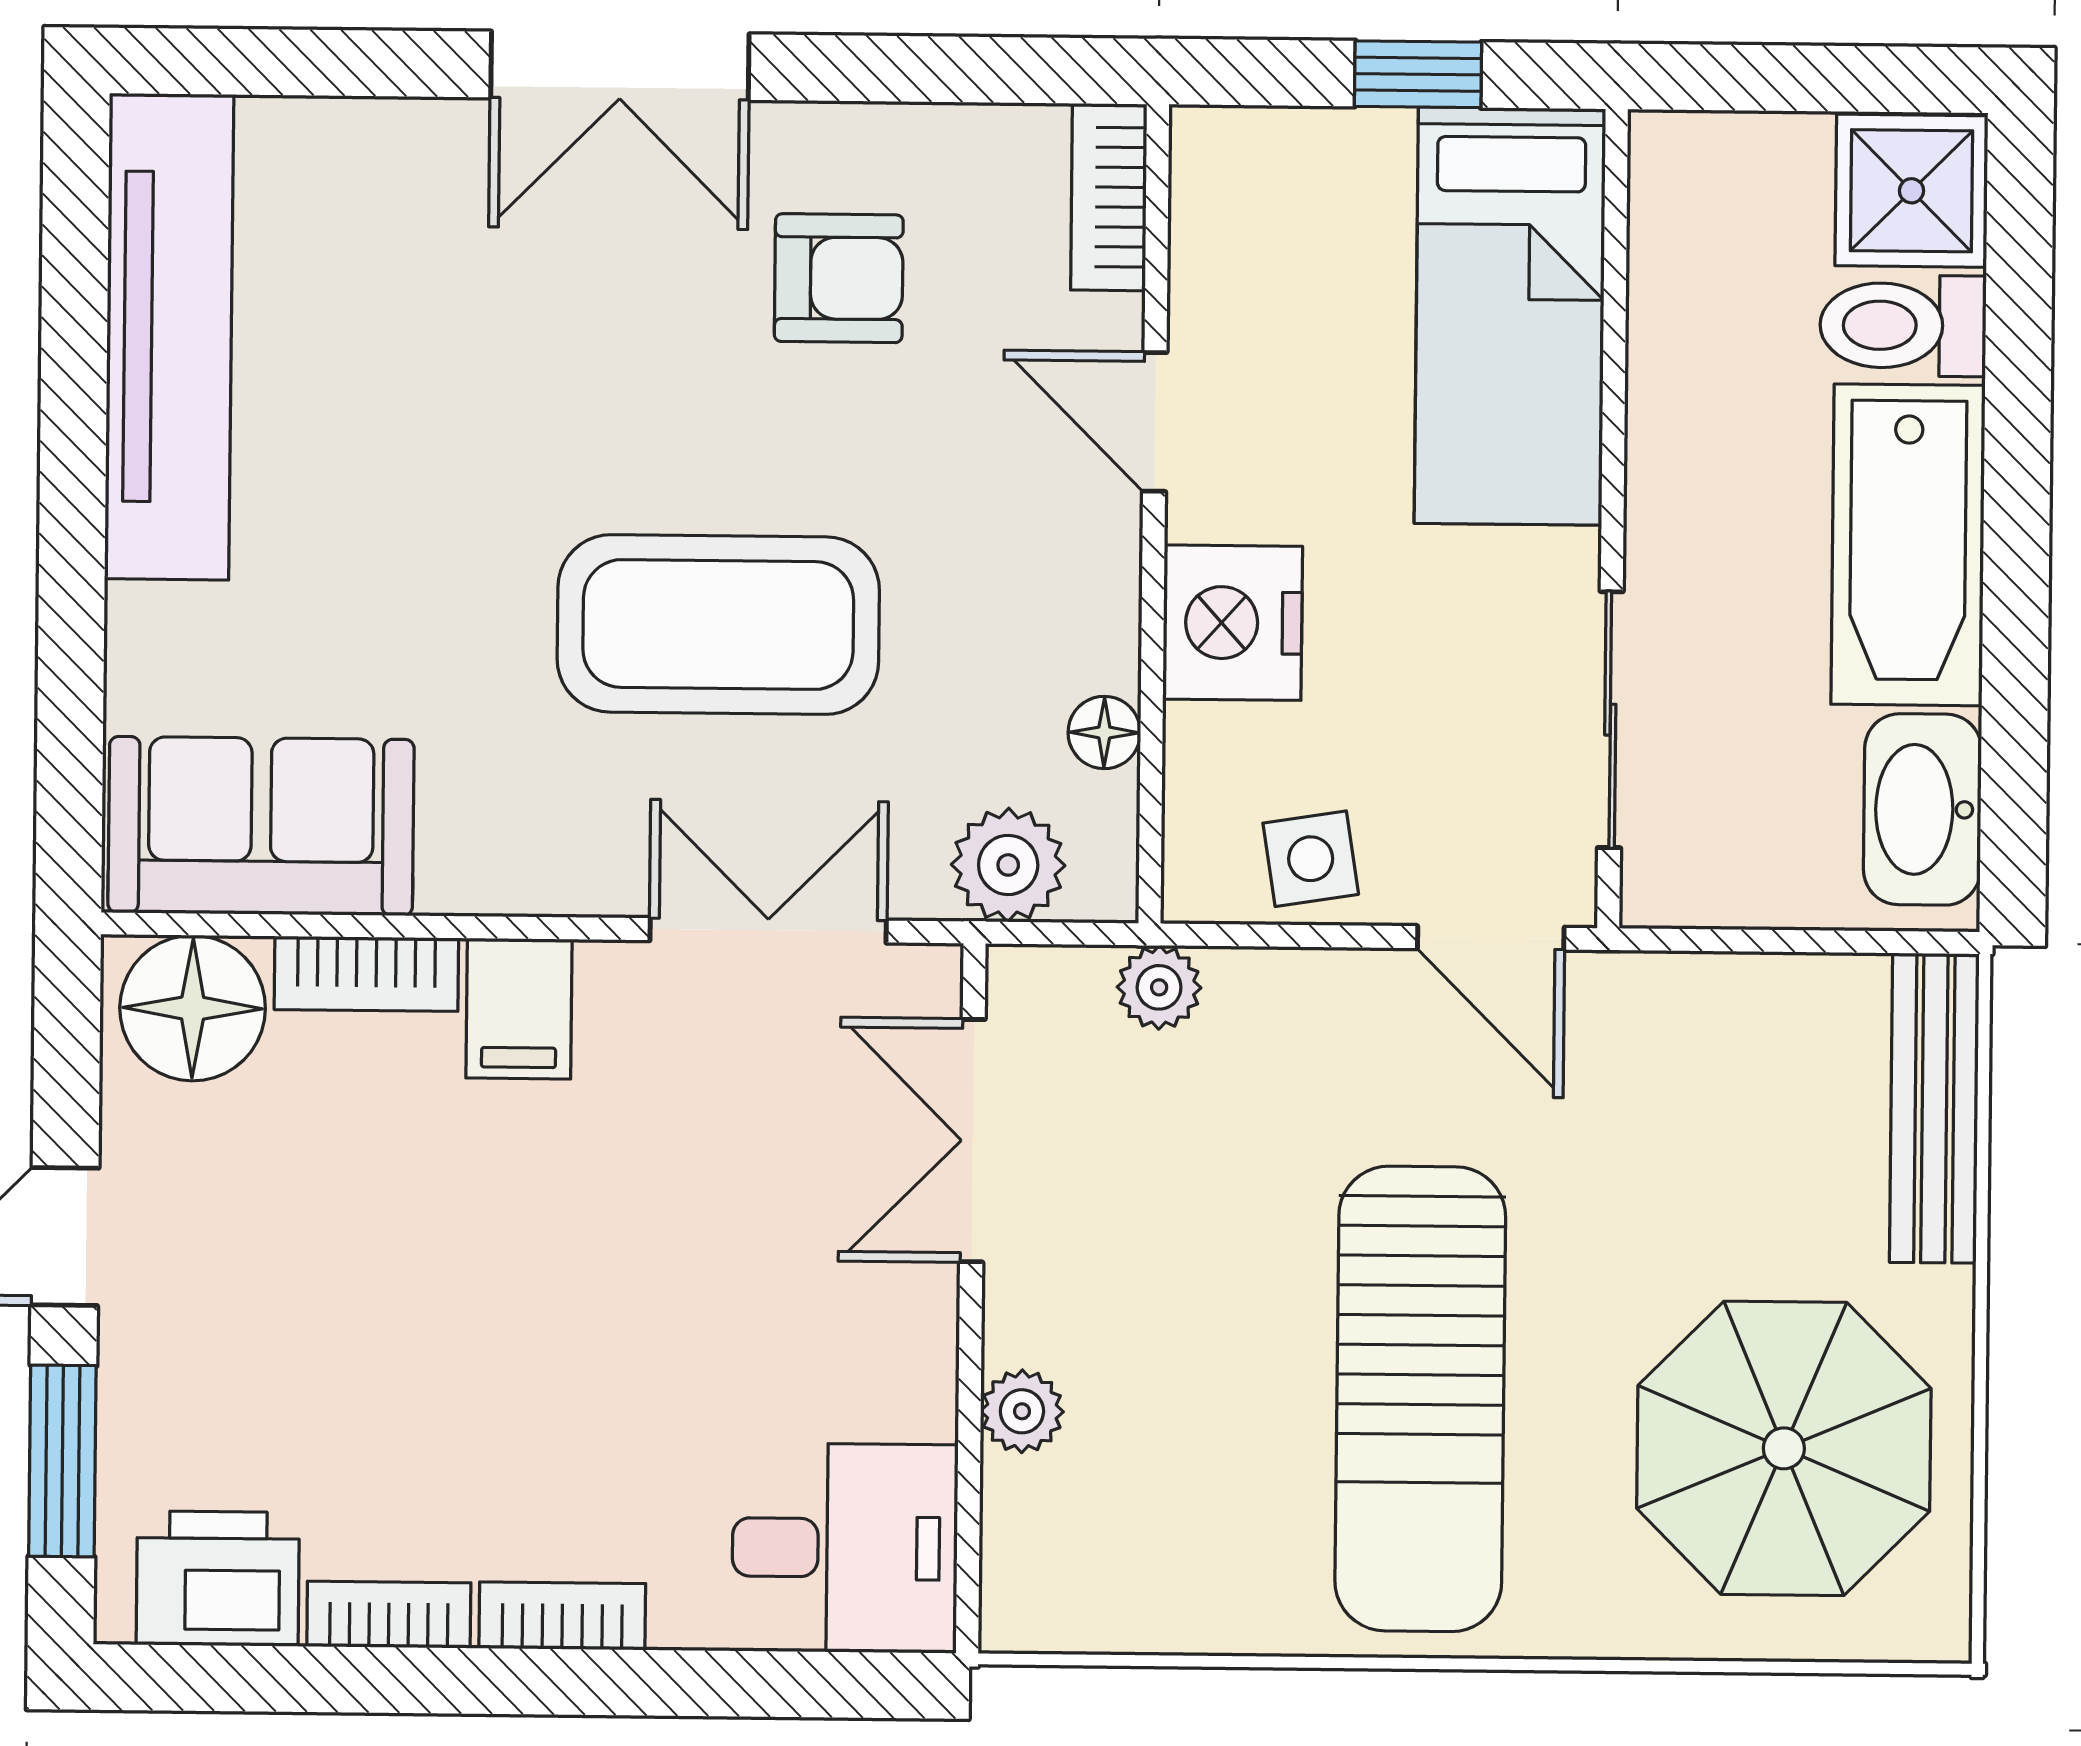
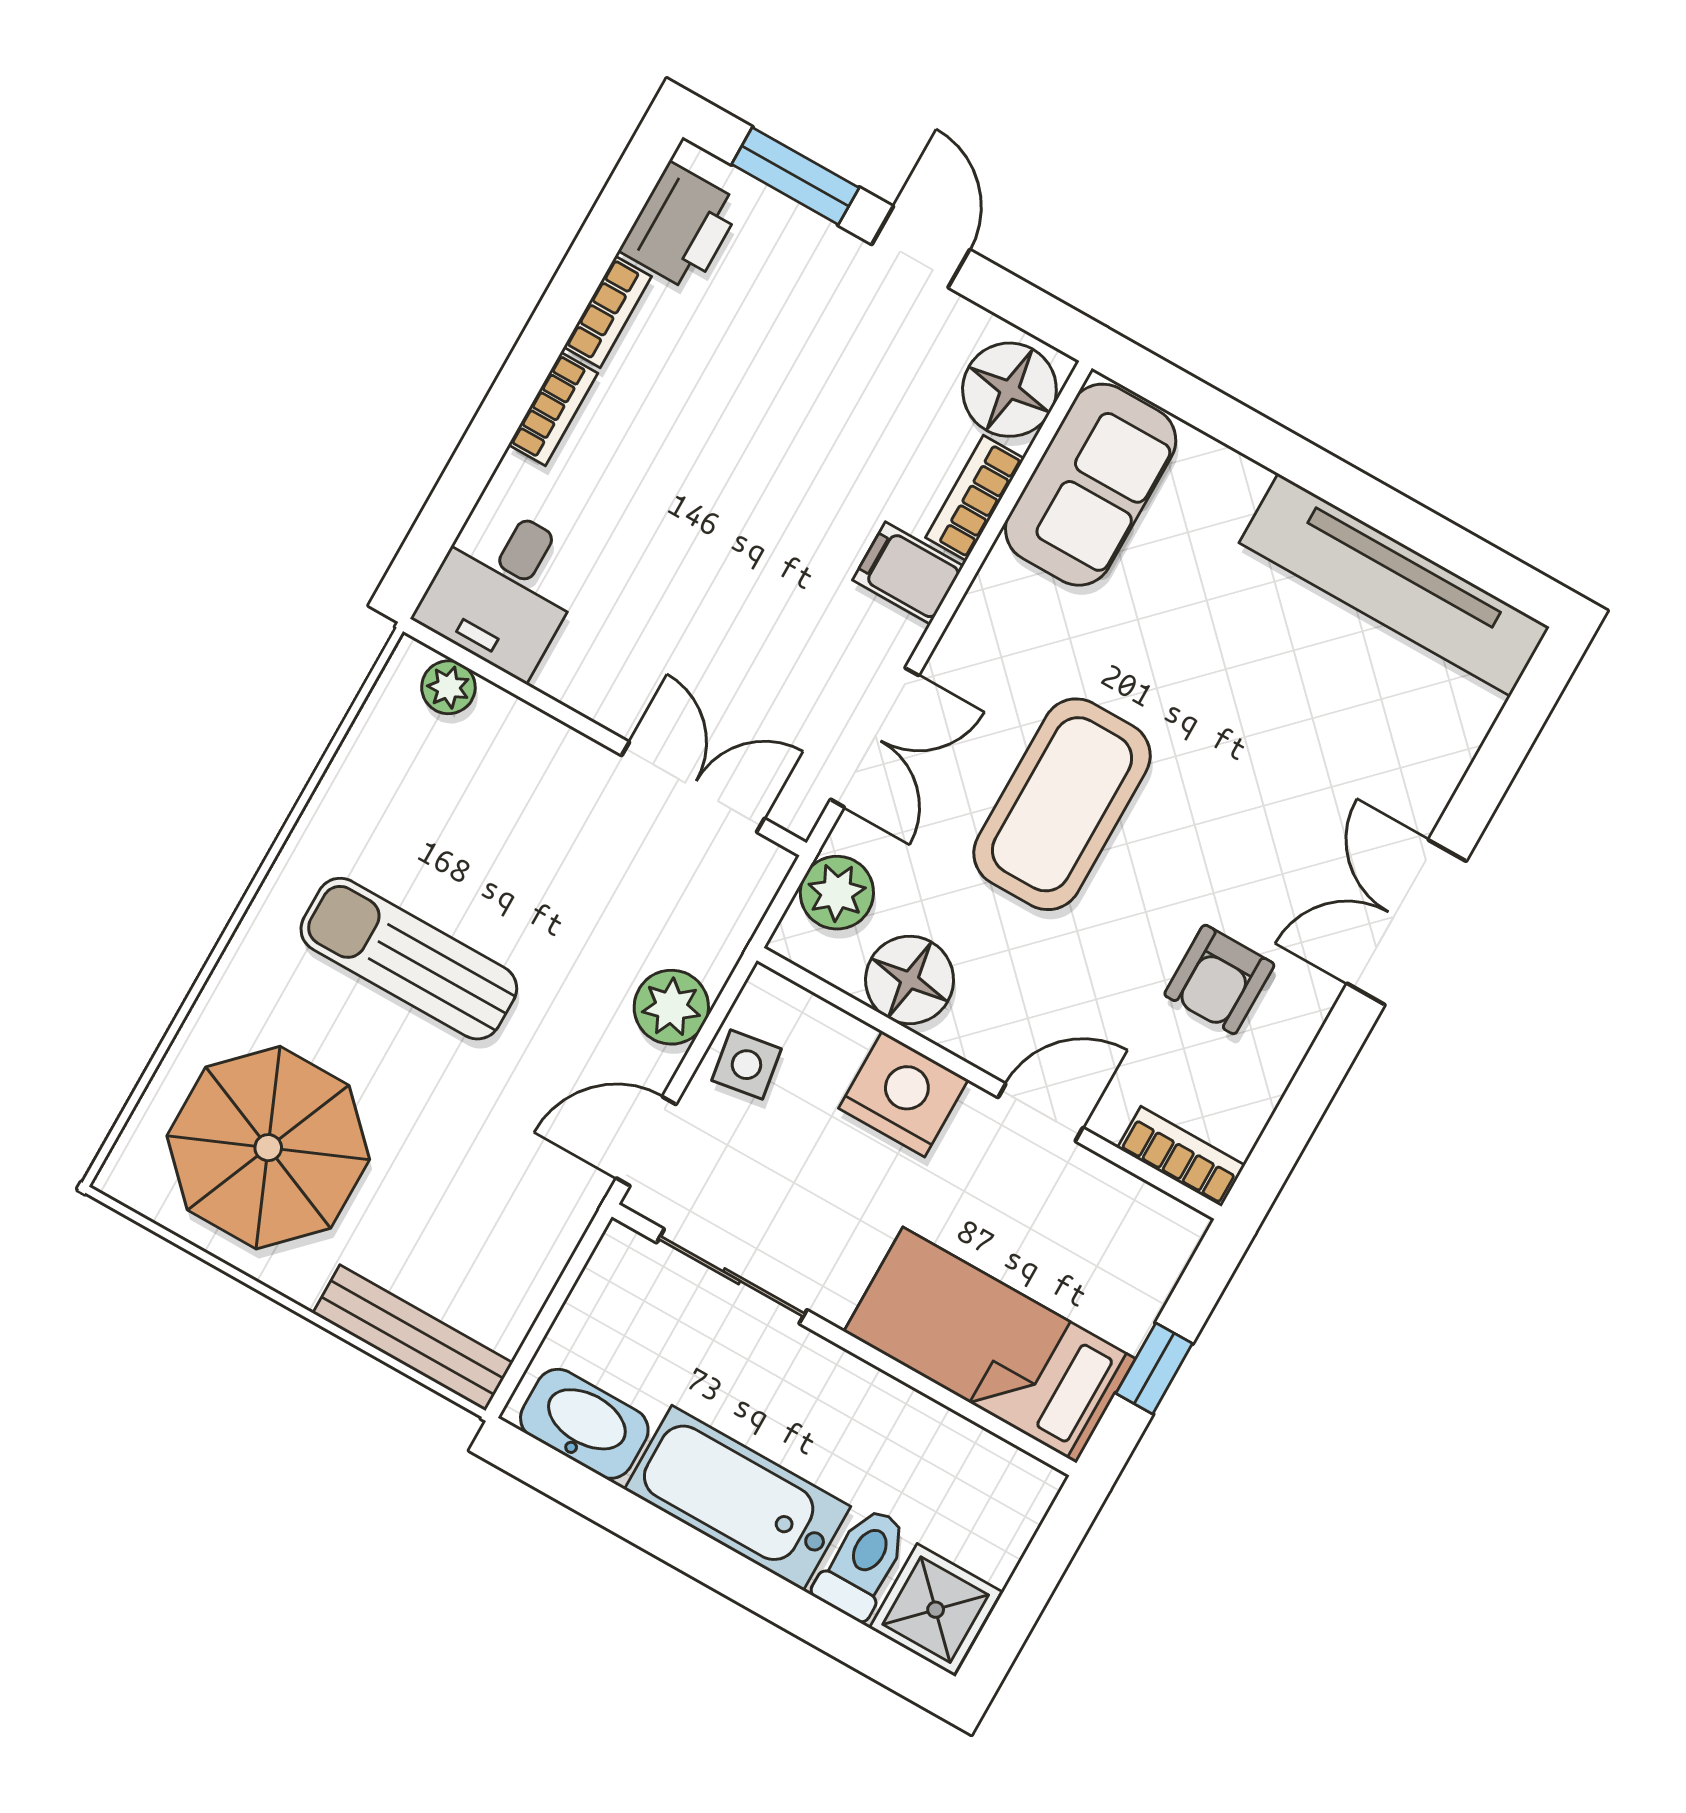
floor lamp: (1104, 733) -> (910, 980), width x1.89, depth x1.89
plant: (1159, 987) -> (671, 1007), moved, width x1.38, depth x1.38
sun lounger: (1420, 1399) -> (409, 959), width x0.73, depth x0.75
plant: (1022, 1411) -> (448, 687), moved

